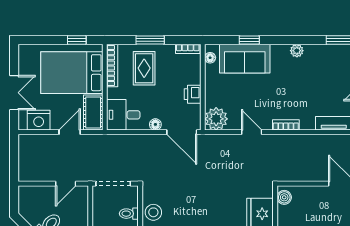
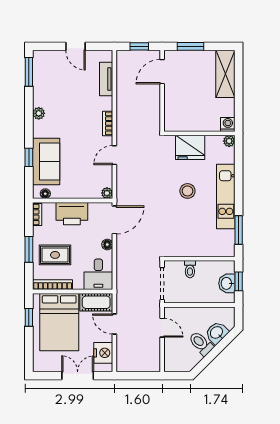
printer: (193, 94) -> (72, 214), width x1.87, depth x1.48
plant: (216, 119) -> (107, 193), width x0.53, depth x0.53
boiler: (284, 197) -> (175, 125), removed
stool: (153, 212) -> (187, 191), moved

